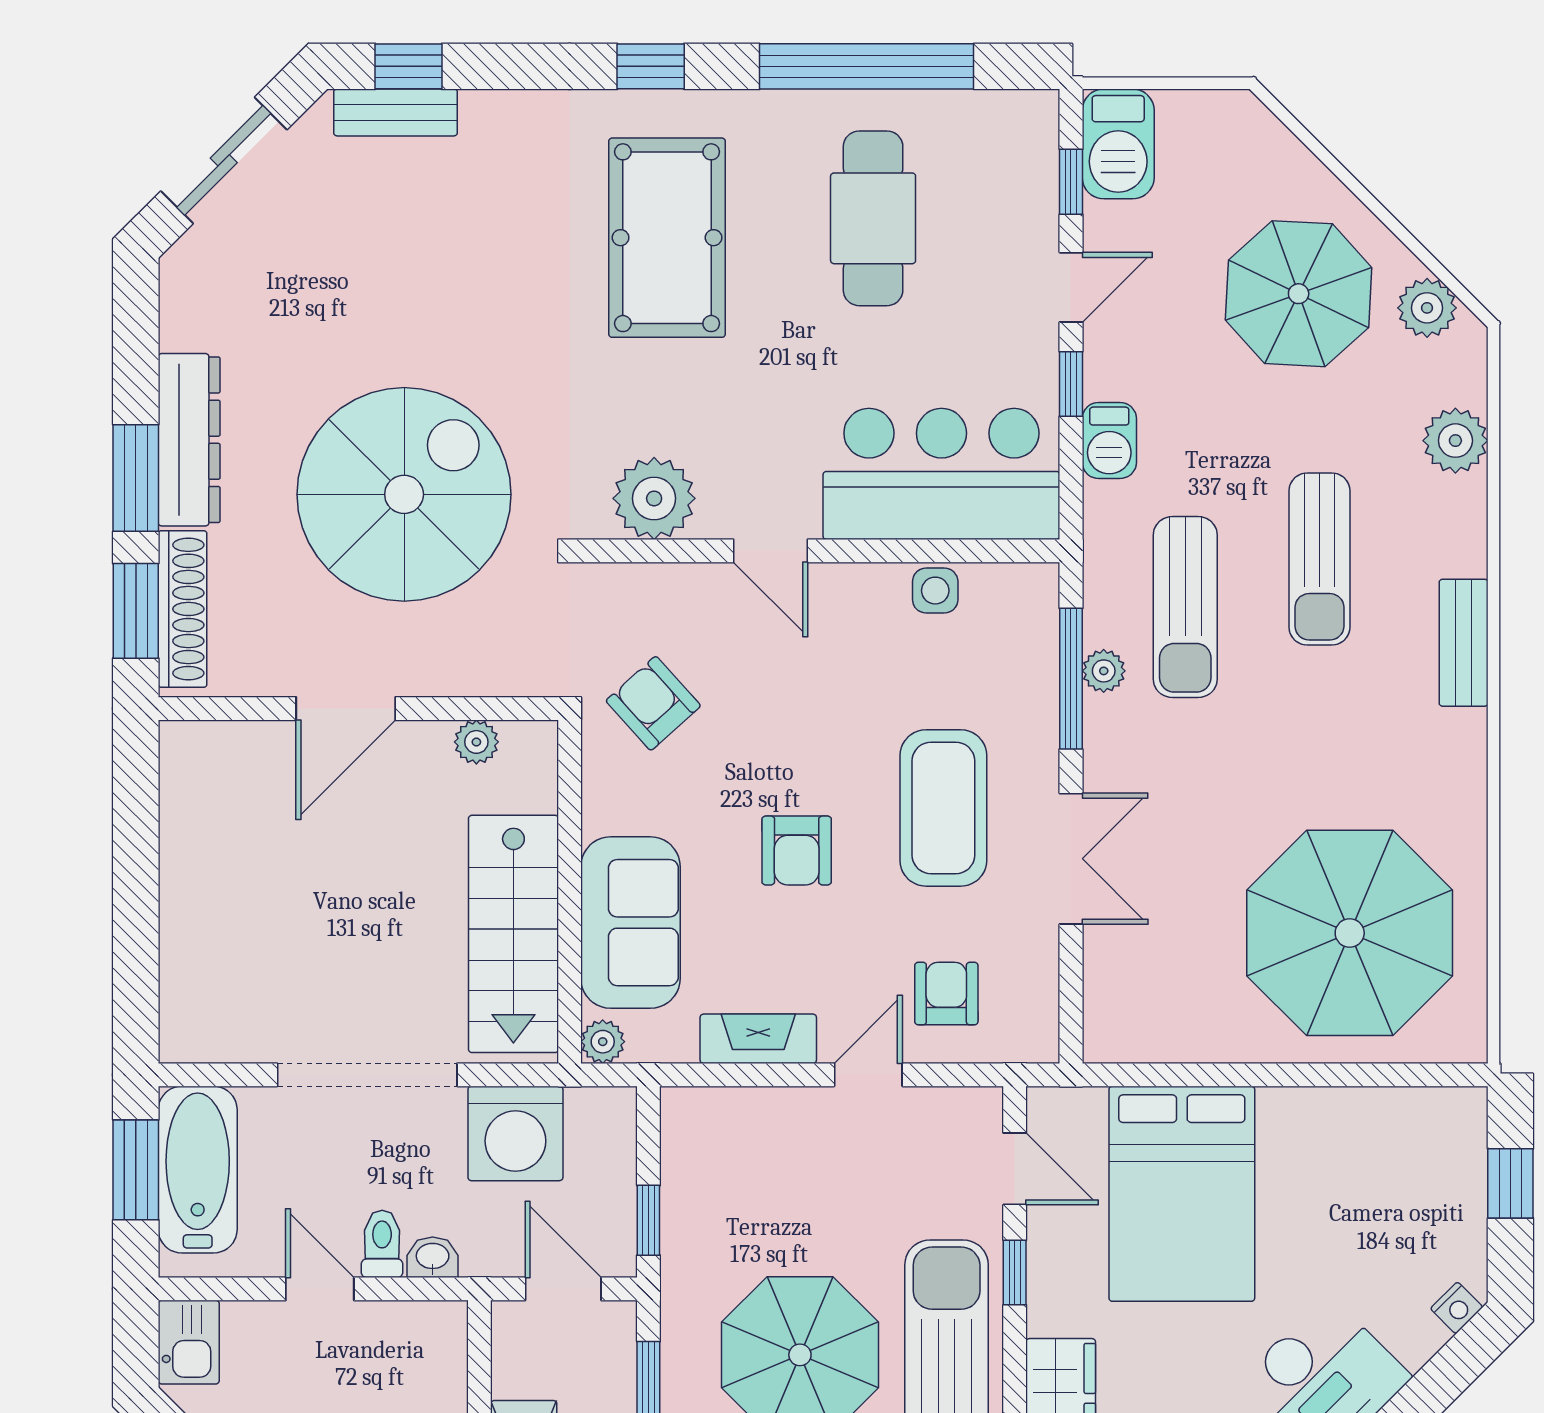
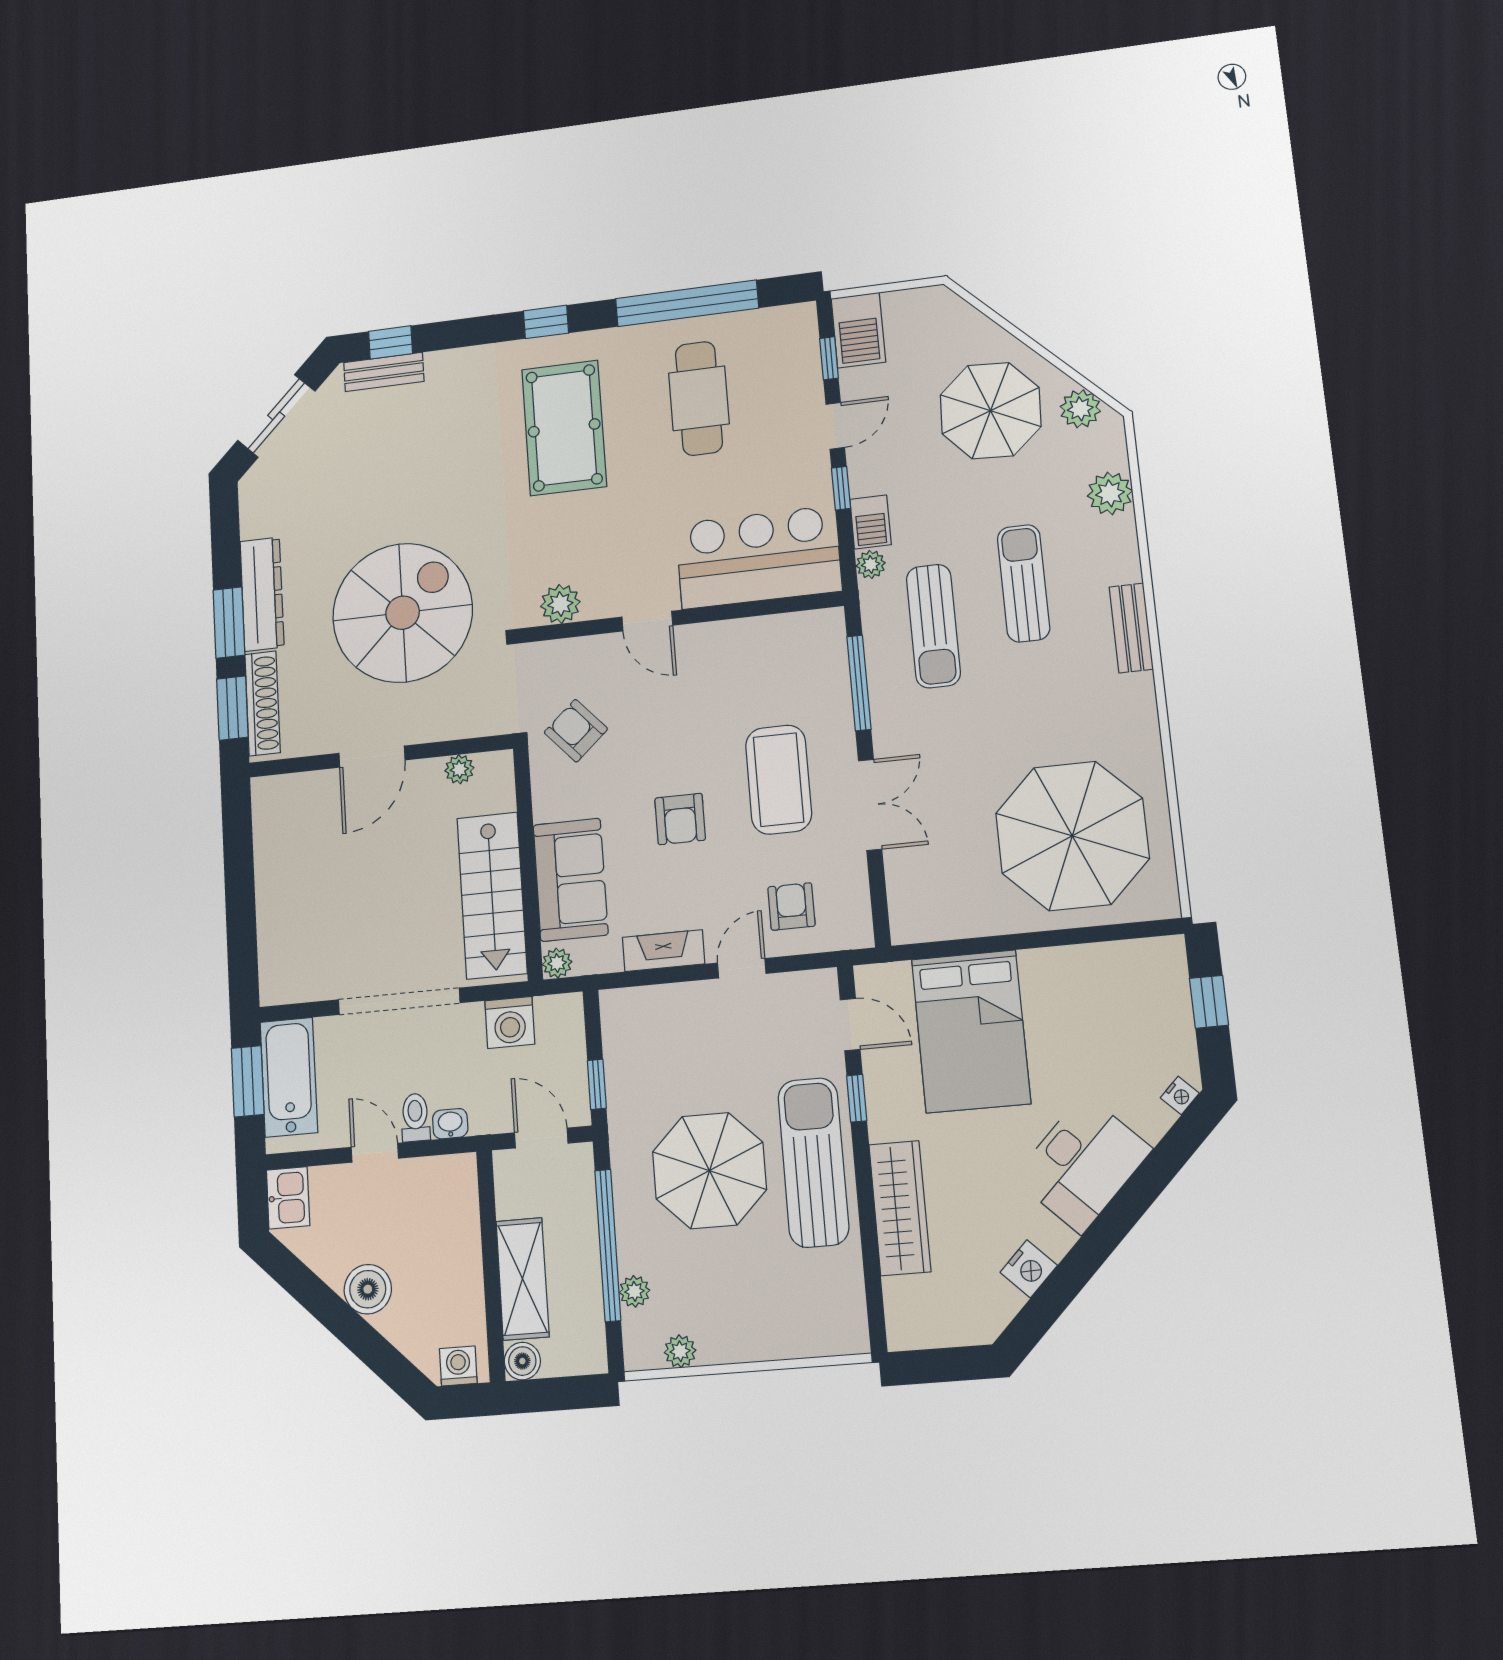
plant: (654, 498) -> (560, 604), width x0.73, depth x0.73
sun lounger: (1319, 559) -> (1024, 583), turned 180
side table: (935, 591) -> (761, 635), removed
plant: (1104, 671) -> (871, 564), moved
washing machine: (515, 1133) -> (510, 1022), width x0.73, depth x0.73

